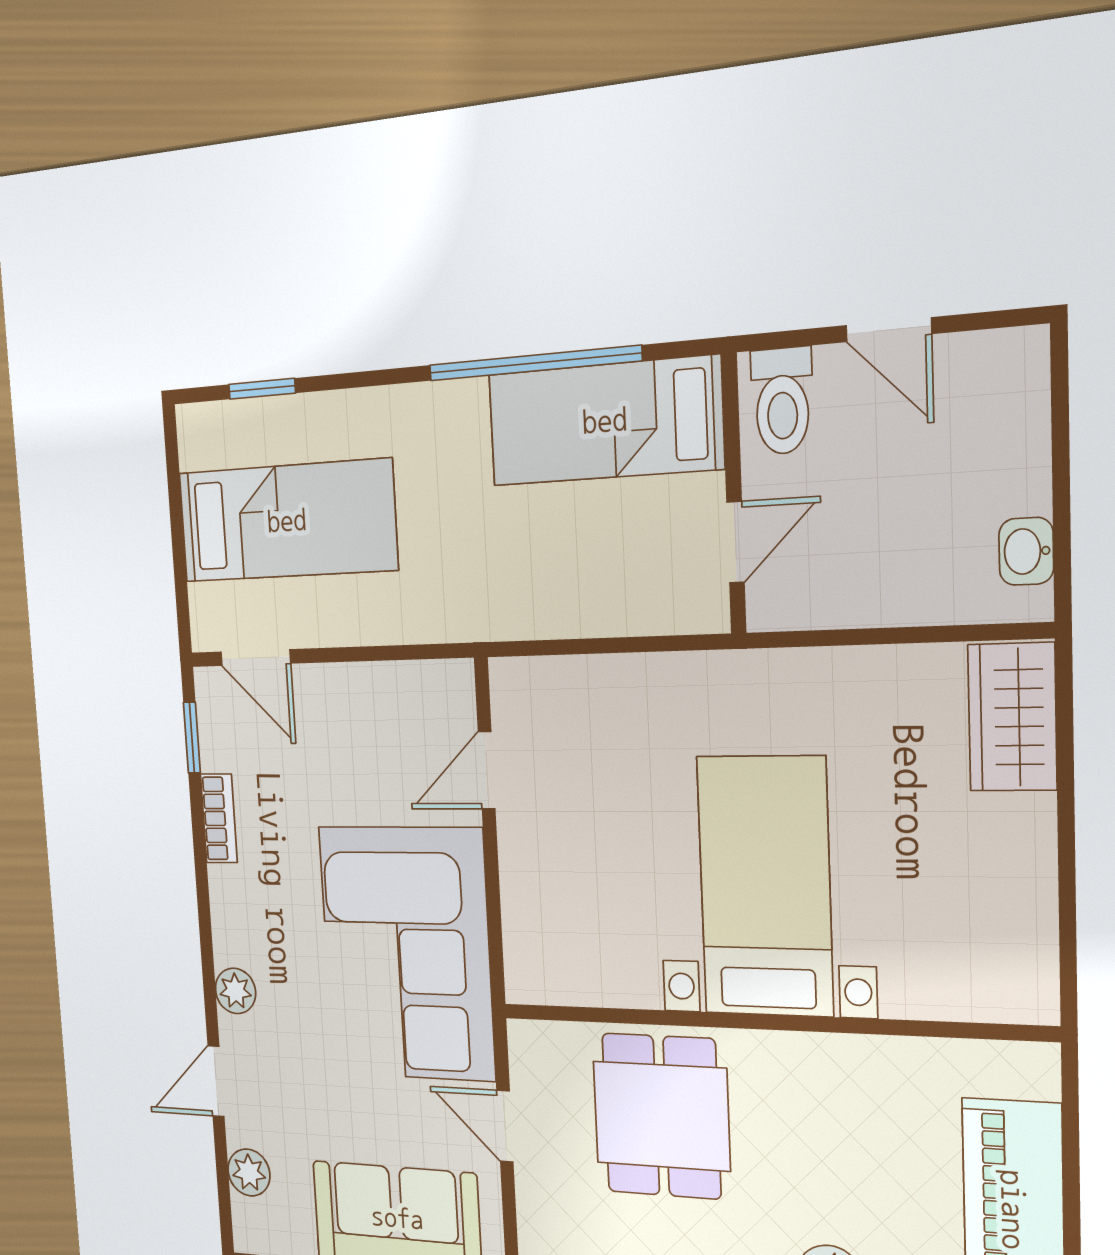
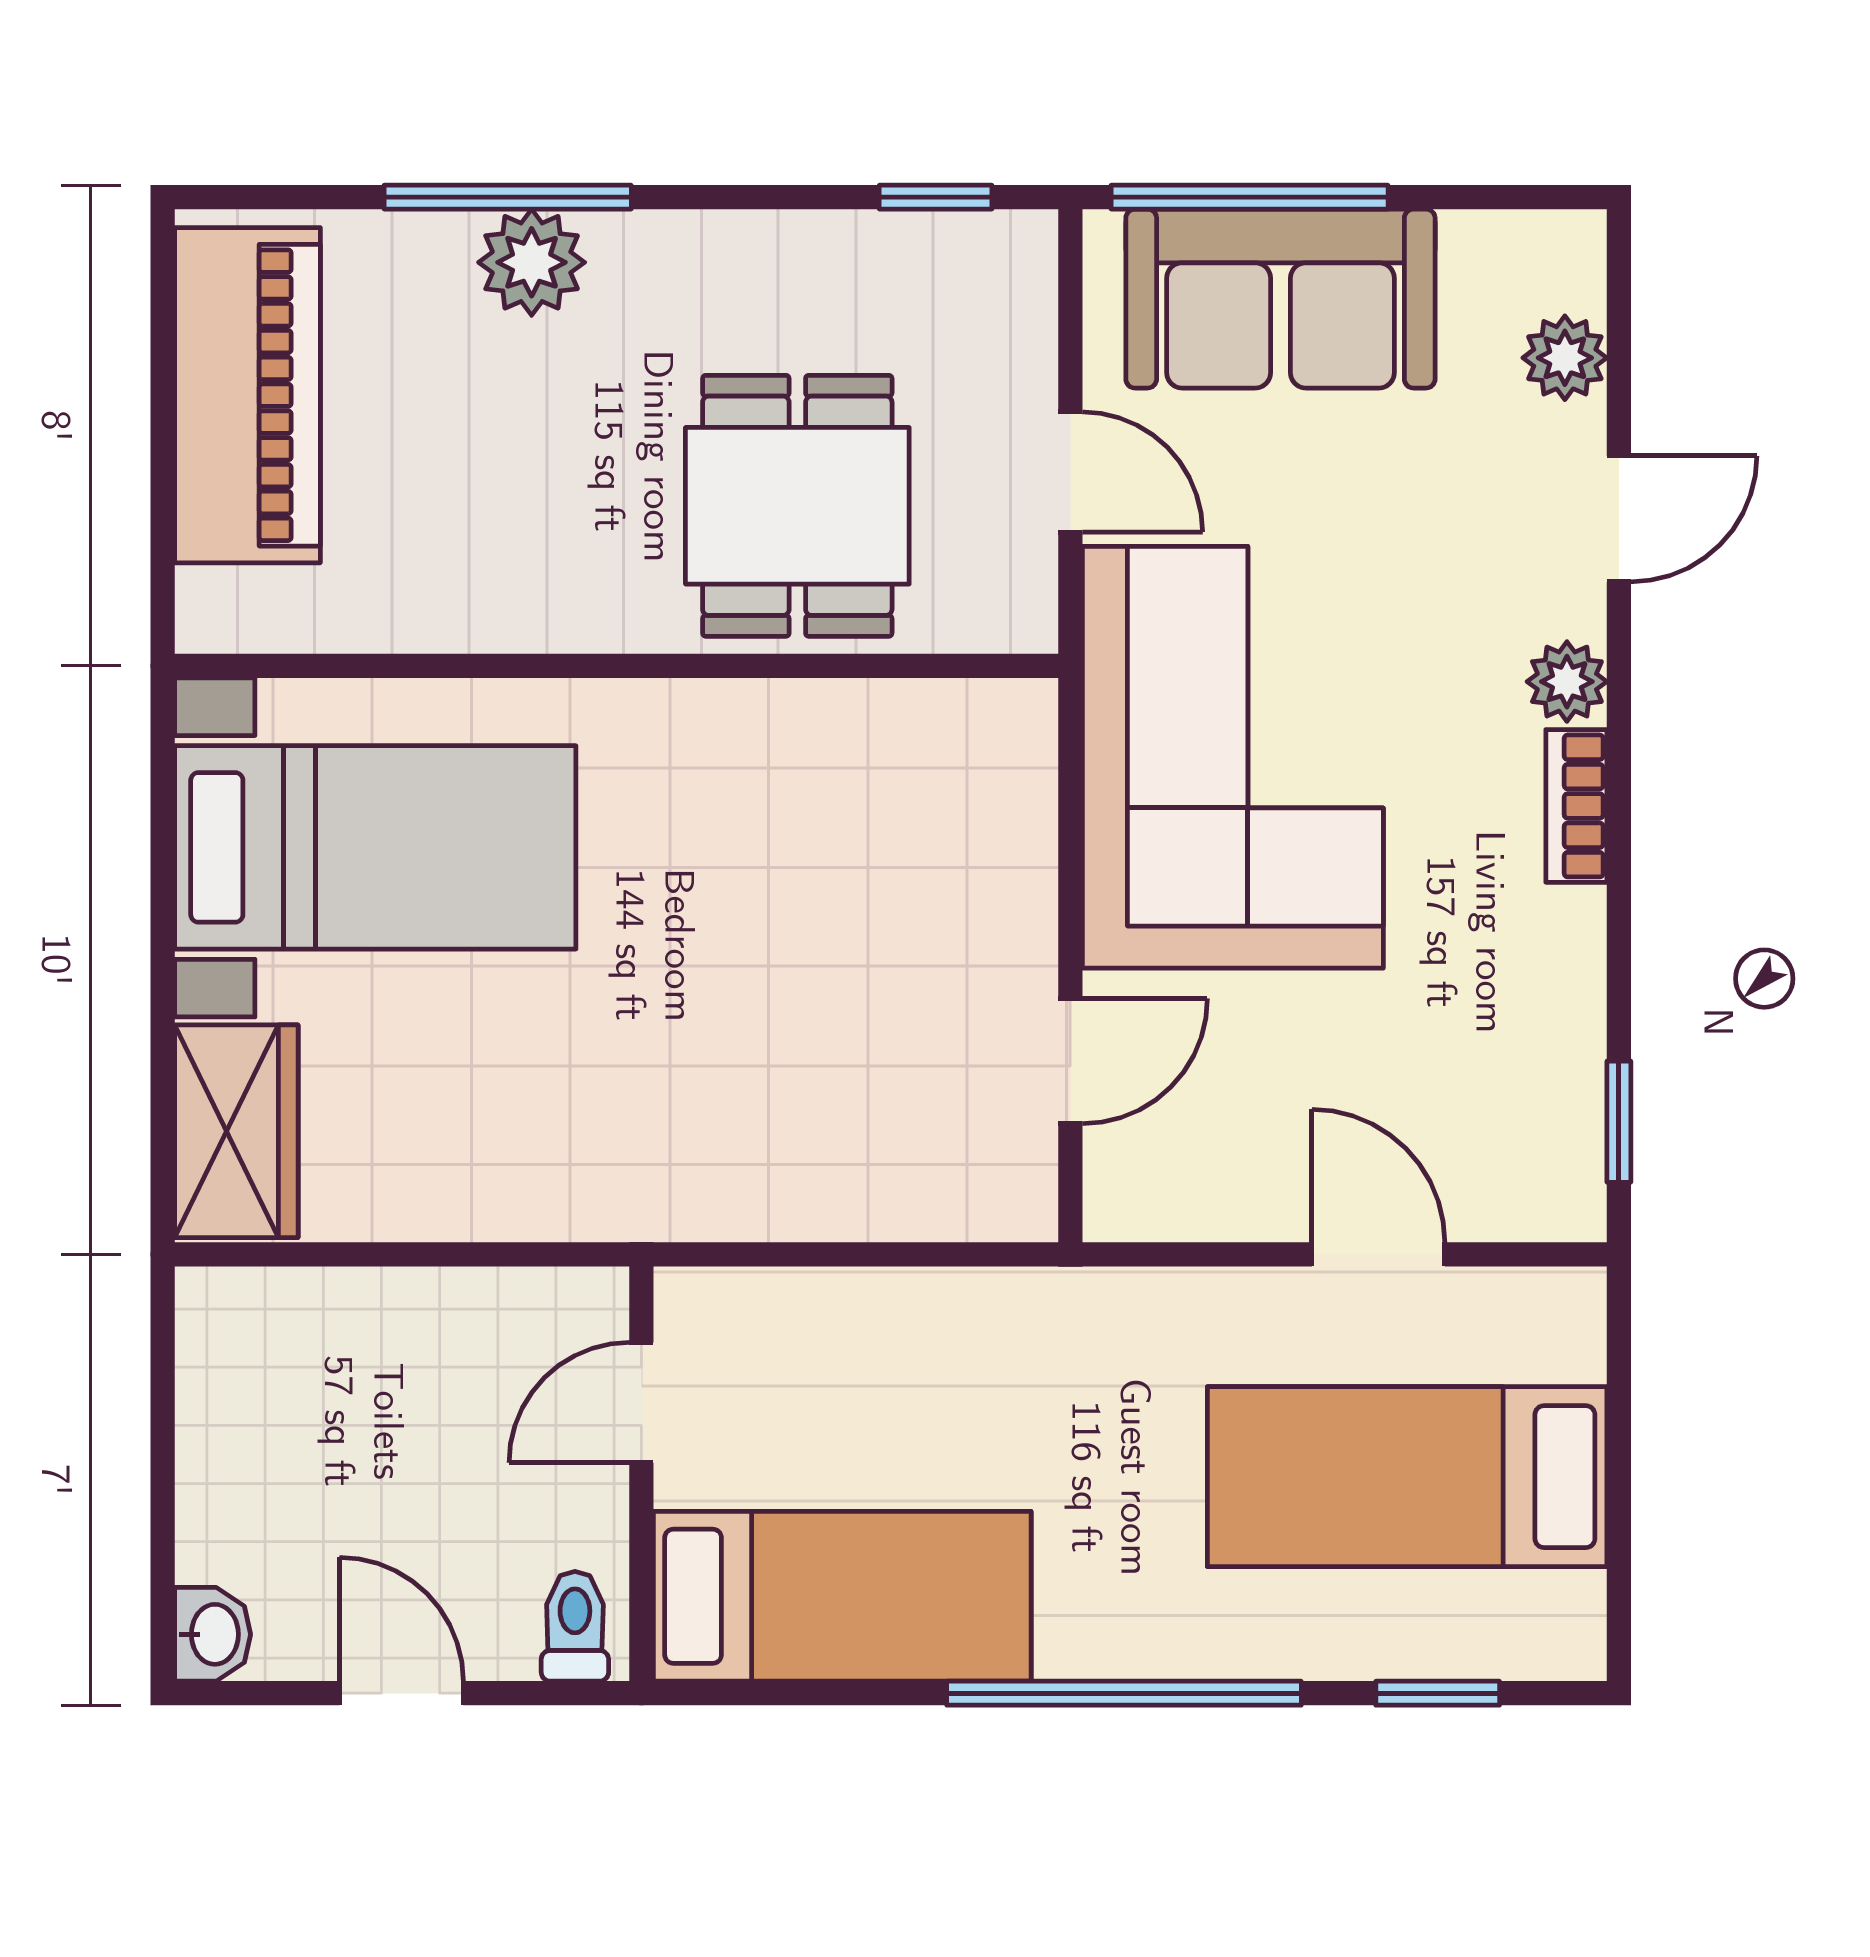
window: (534, 363) -> (1124, 1693), moved
toilet: (782, 401) -> (575, 1626), width x0.73, depth x0.72
washbasin: (1026, 551) -> (213, 1634), moved
door: (256, 658) -> (1378, 1254), moved
bookcase: (219, 818) -> (1576, 806), moved
bed with nightstands: (765, 886) -> (375, 847), moved, turned -90

